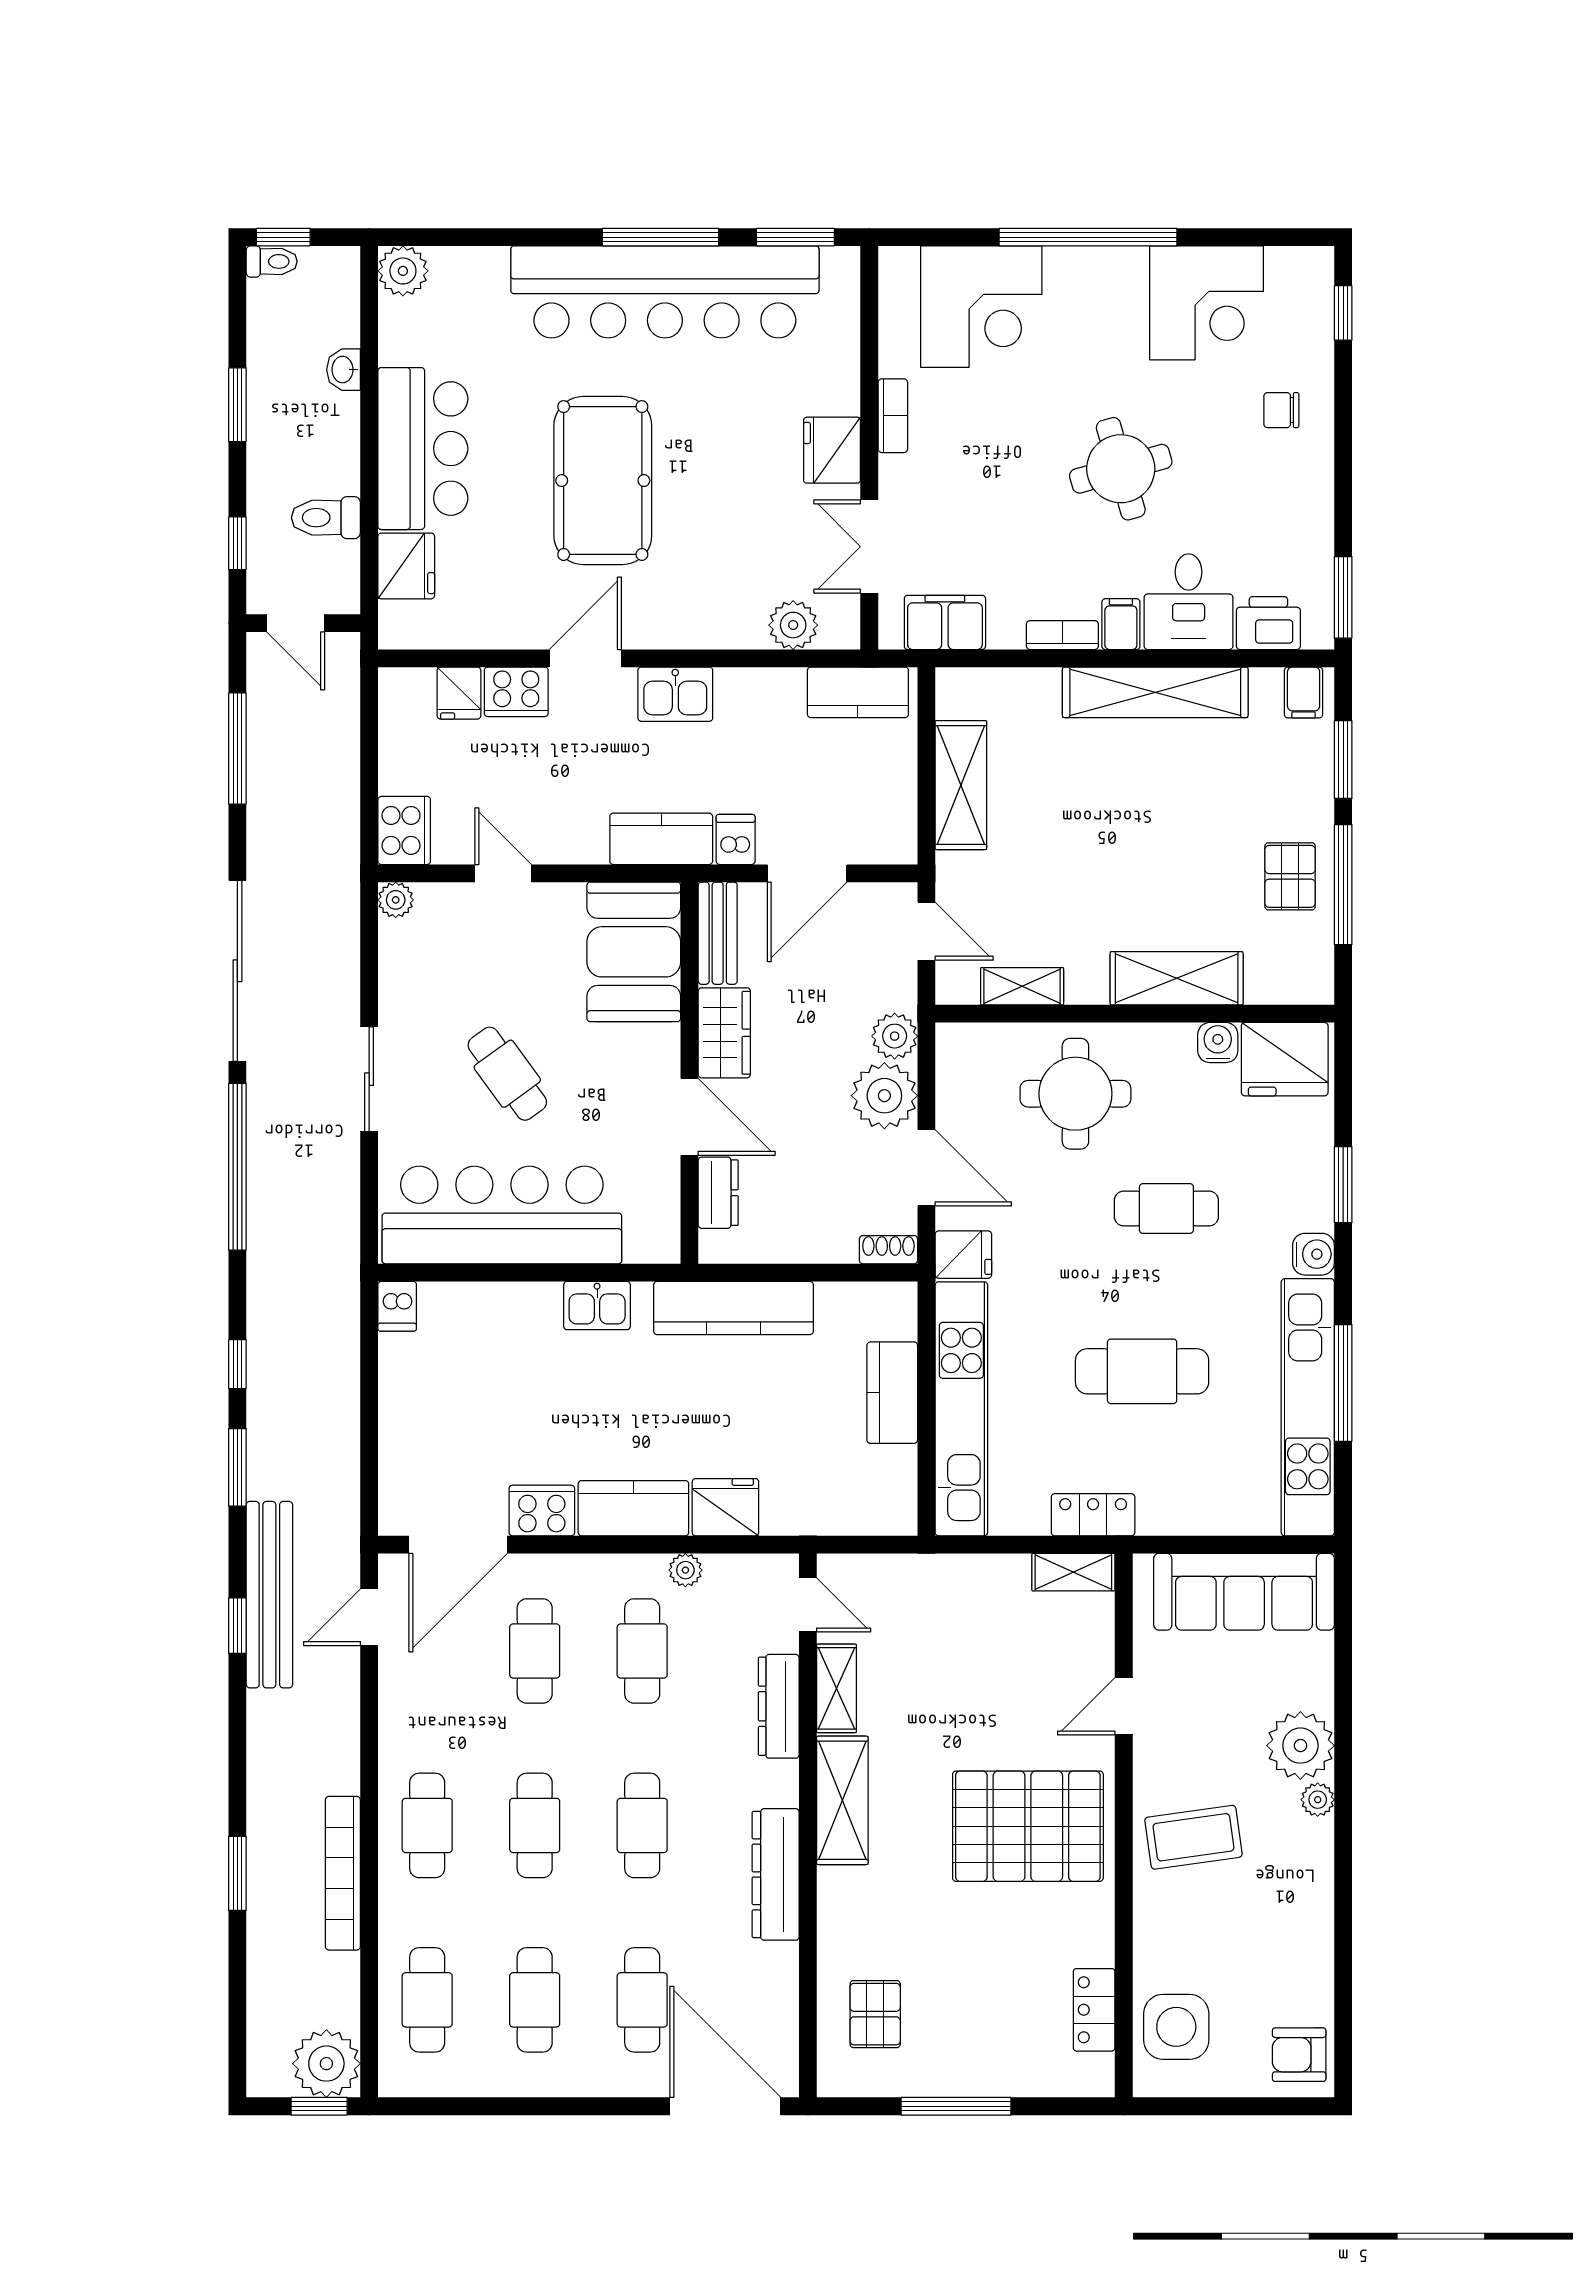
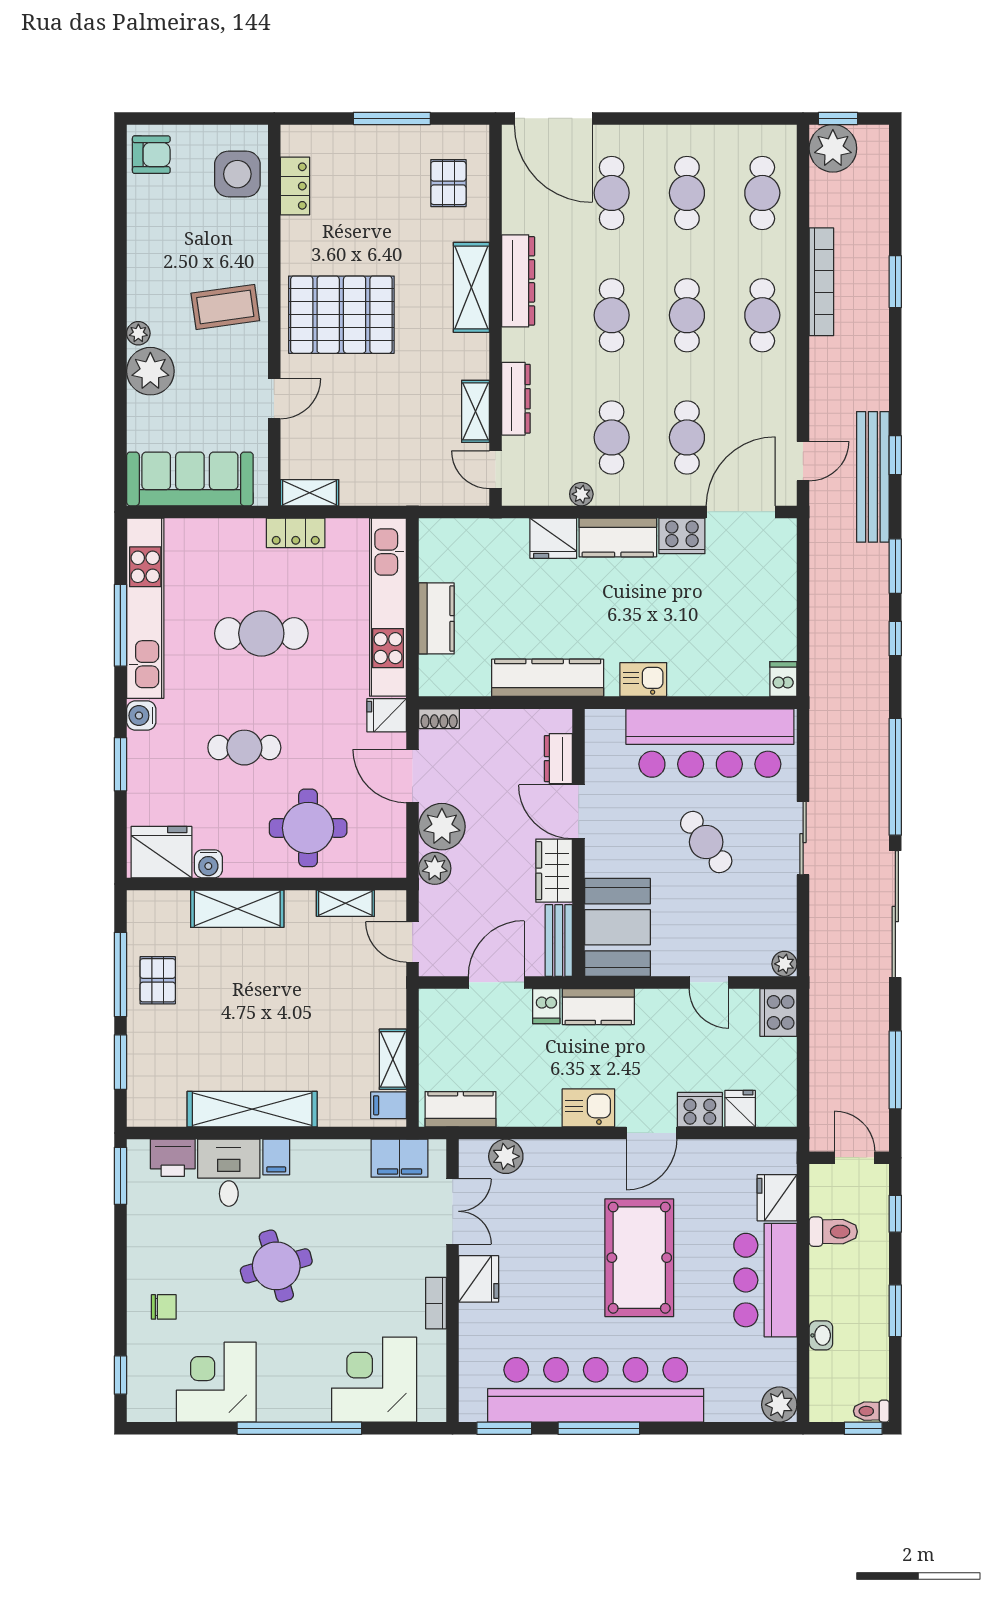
bookcase: (1062, 635) -> (317, 1149), removed
filing cabinet: (1304, 693) -> (389, 1105), moved, turned -90
shelving: (961, 785) -> (393, 1059), width x0.67, depth x0.75
shelving: (842, 1800) -> (471, 287), moved

